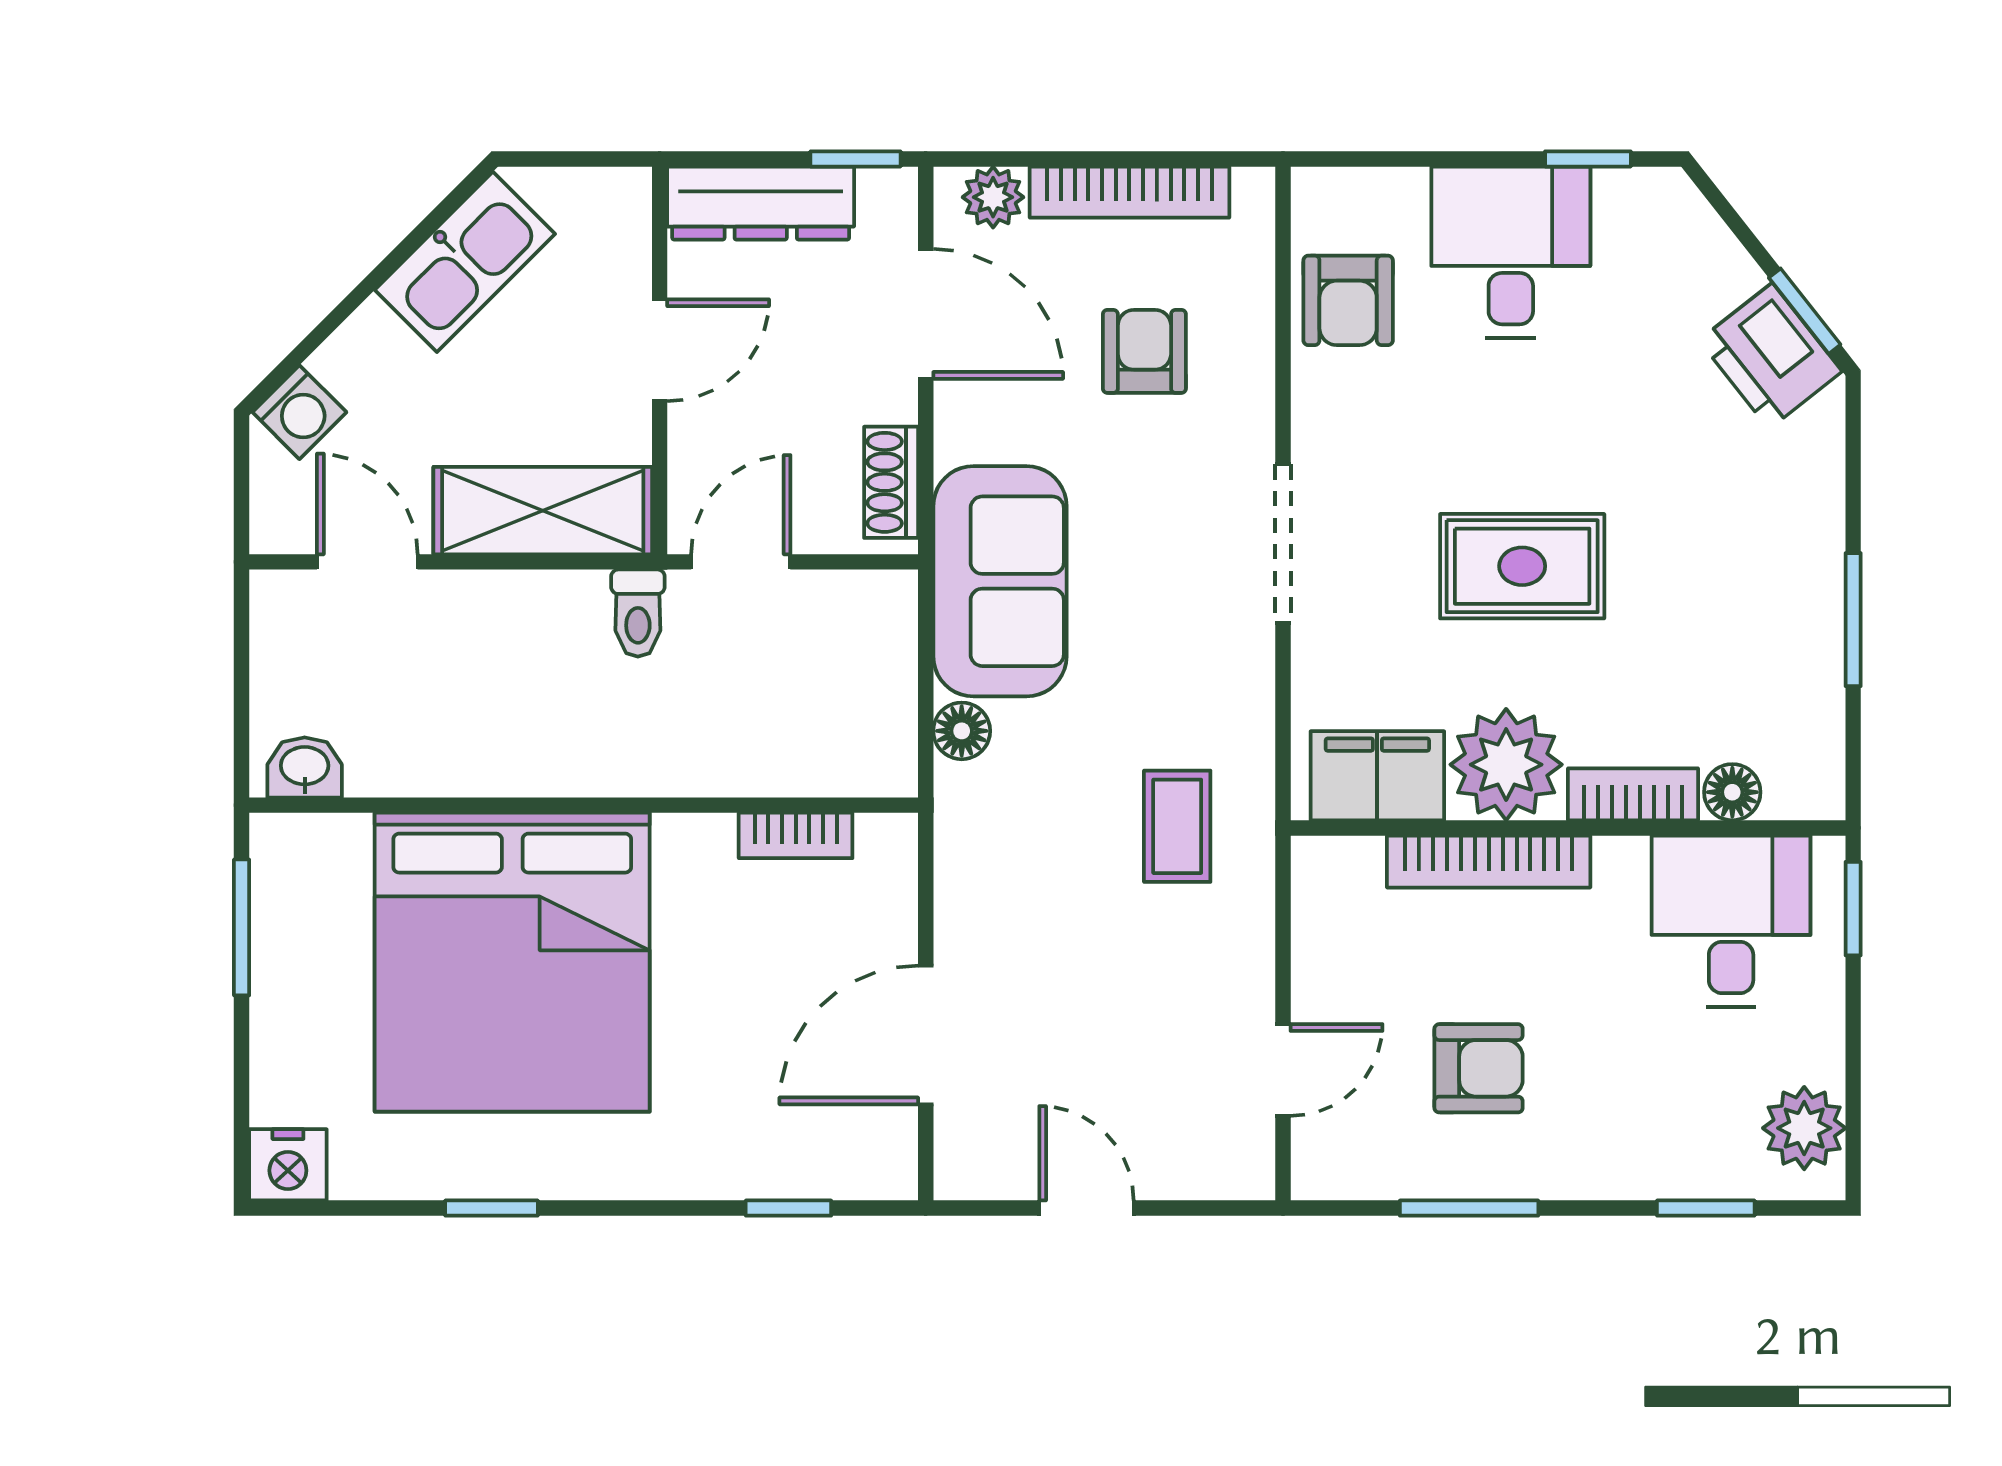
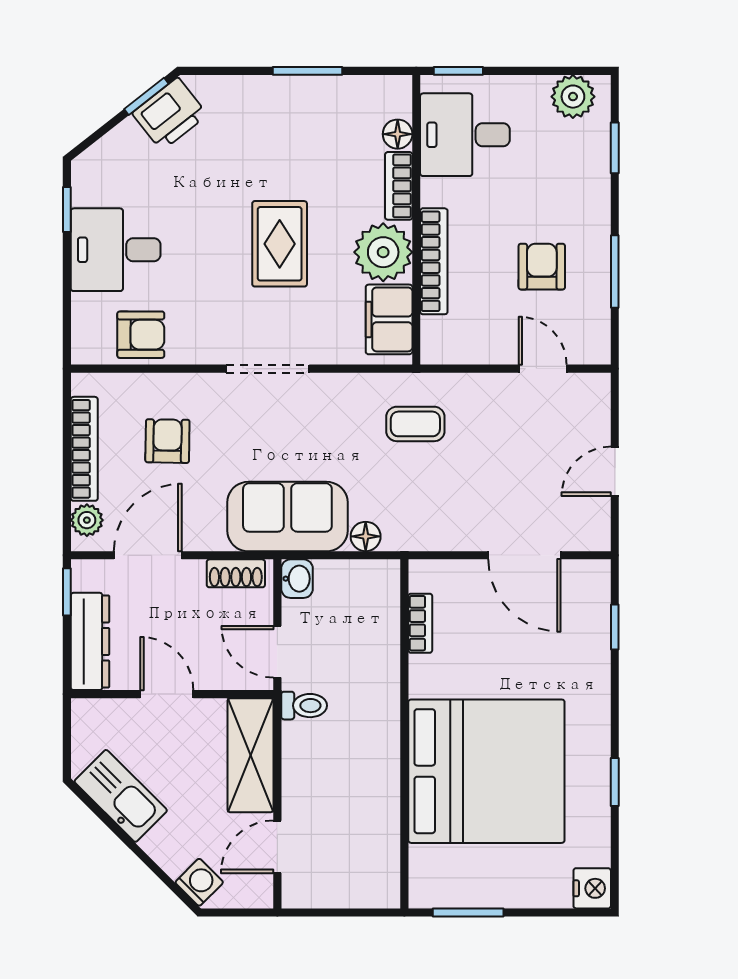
armchair: (1144, 351) -> (167, 441), turned 91
washbasin: (305, 767) -> (297, 579), moved, turned 180

